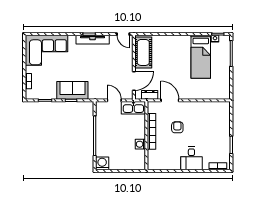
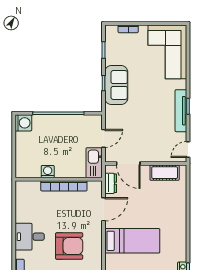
cot: (143, 52) -> (165, 173), width x0.73, depth x0.75
bed: (201, 57) -> (132, 241), moved, turned 180
armchair: (177, 127) -> (69, 246), moved, width x1.88, depth x1.88

